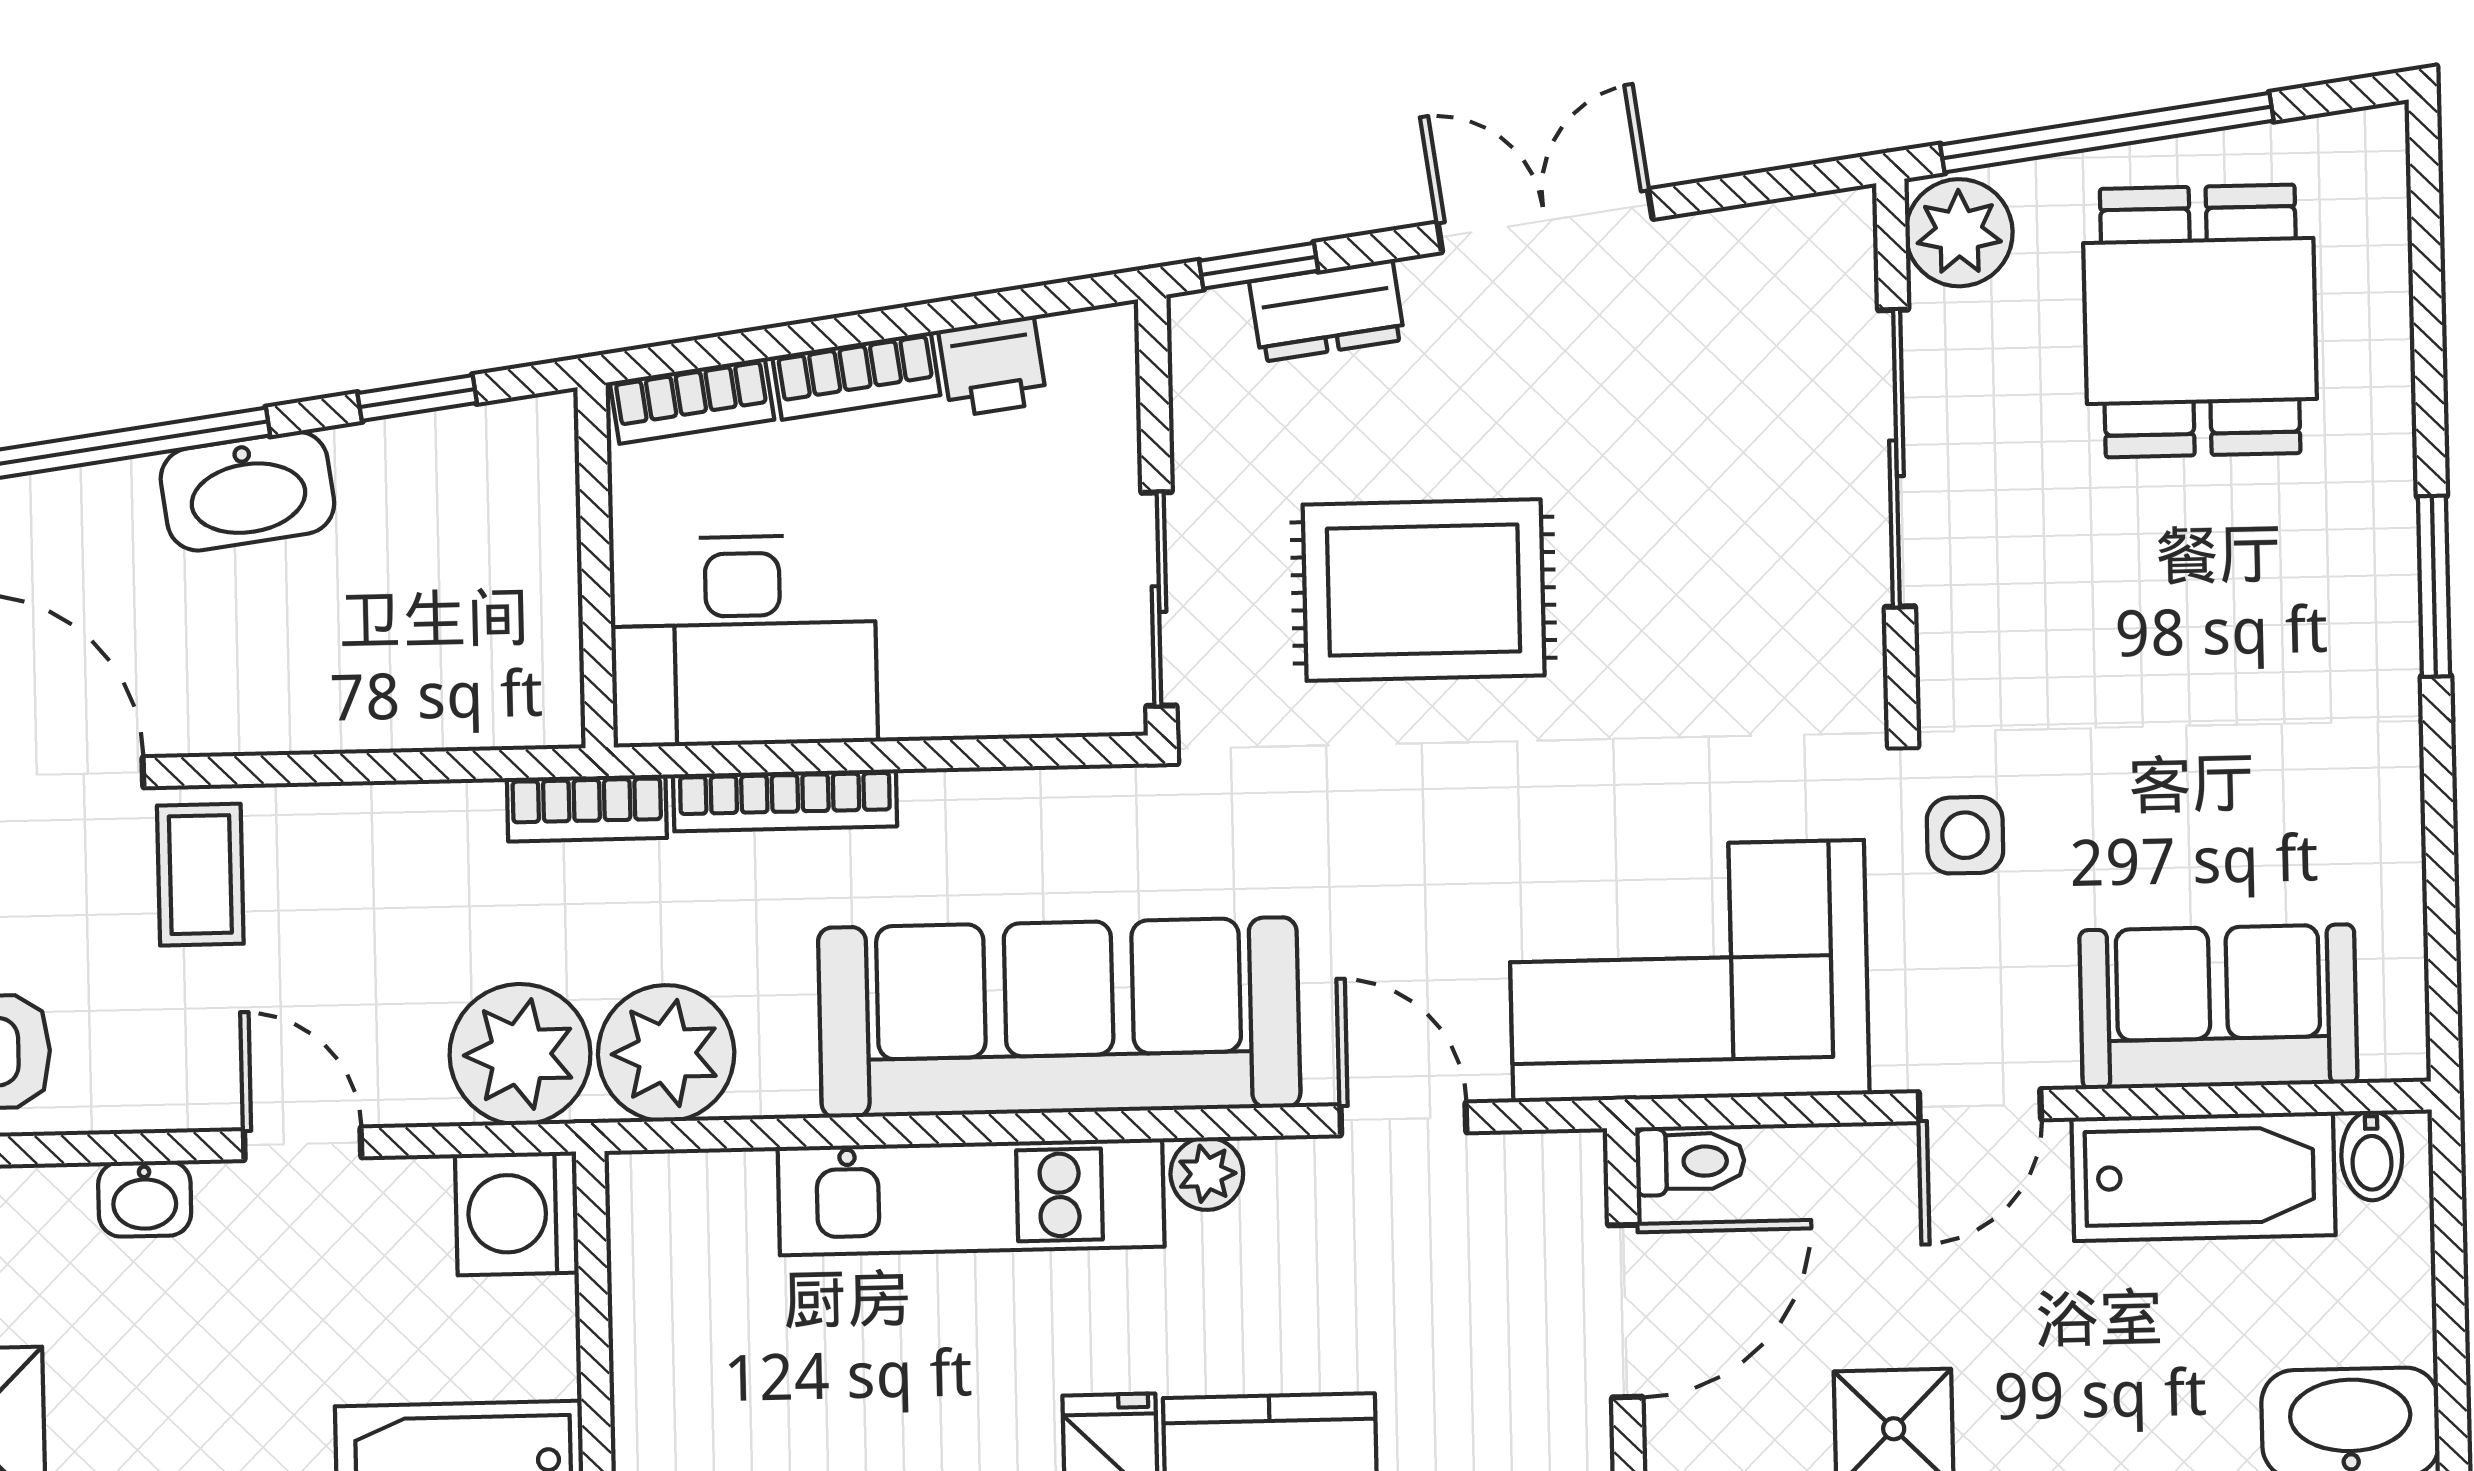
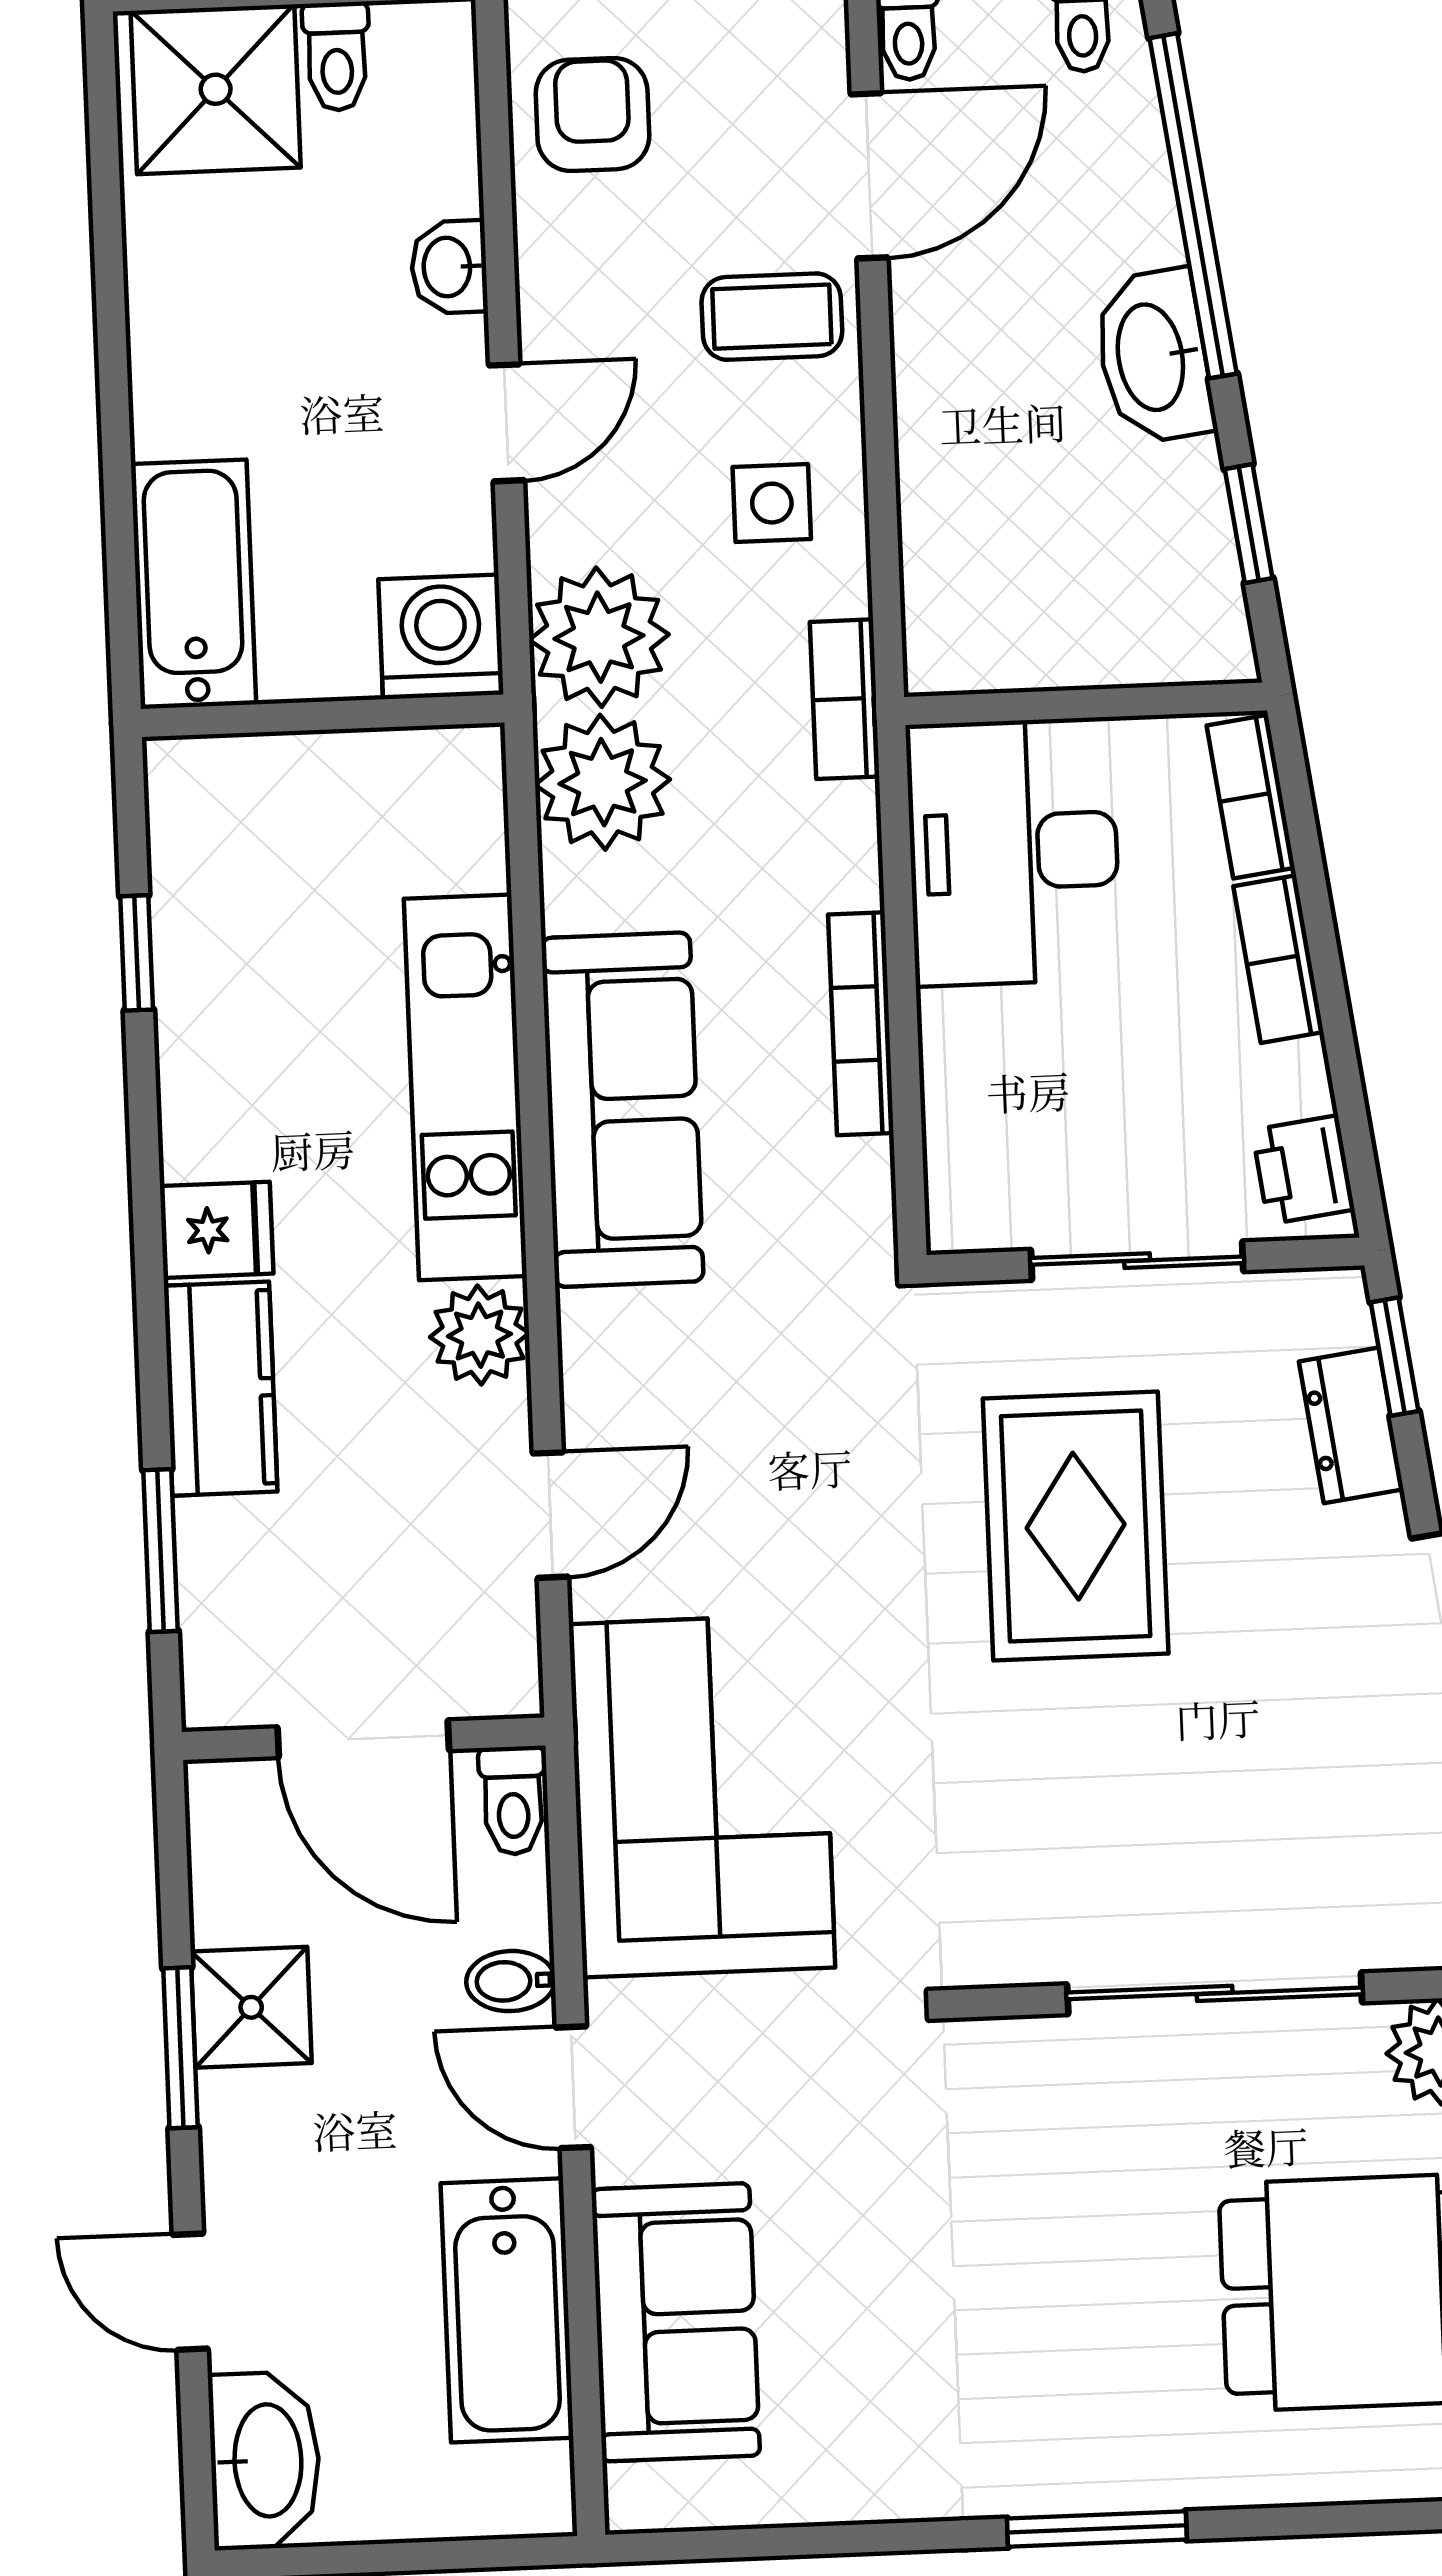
printer: (993, 366) -> (1303, 1170), moved
sliding door: (1159, 599) -> (1137, 1261), moved
bookcase: (785, 800) -> (861, 1024), moved
side table: (1965, 835) -> (772, 503), moved
sofa: (1059, 1017) -> (622, 1110), width x0.74, depth x0.79
bidet: (2372, 1156) -> (511, 1981), moved
plant: (1207, 1174) -> (479, 1335), width x1.38, depth x1.38

